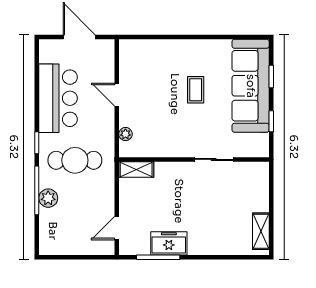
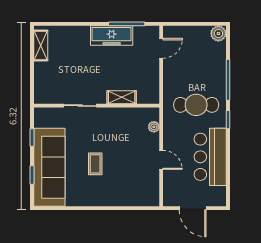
shelving: (136, 169) -> (122, 97), moved
plant: (48, 198) -> (218, 33), moved
freezer: (169, 243) -> (112, 35), width x1.40

